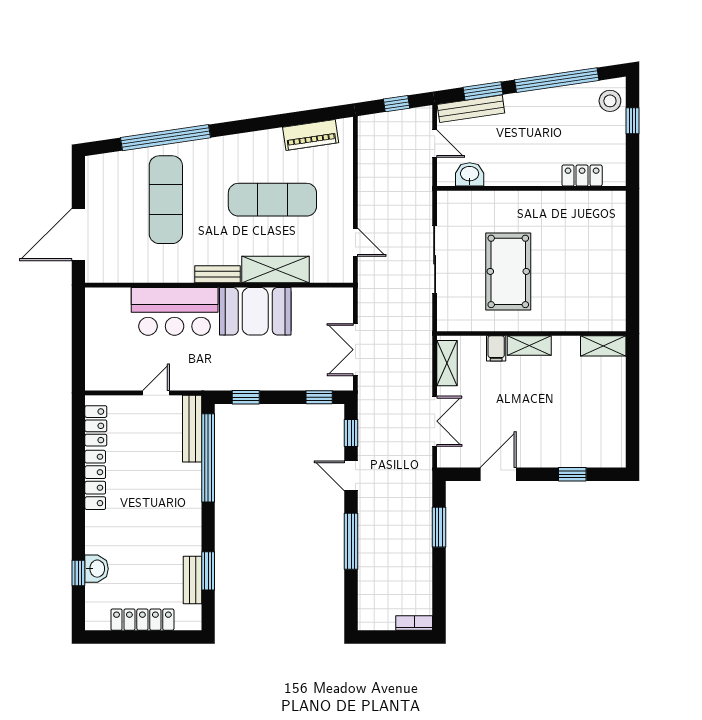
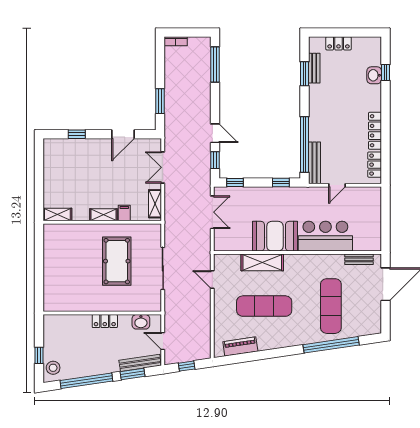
locker: (582, 176) -> (105, 321), moved
bench: (217, 274) -> (359, 259), moved
window: (351, 541) -> (215, 64), moved
locker: (142, 620) -> (339, 43), width x0.66

